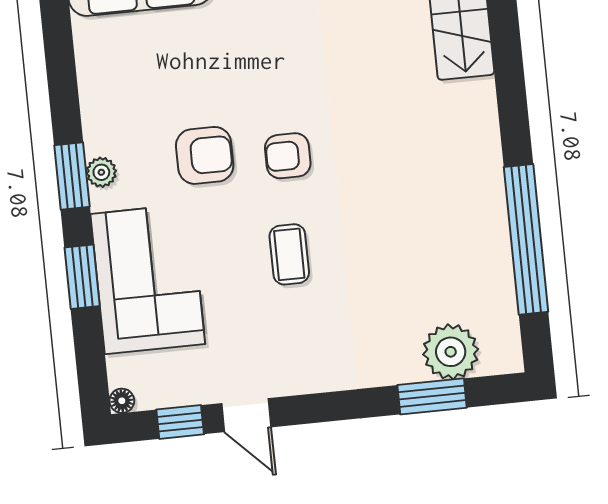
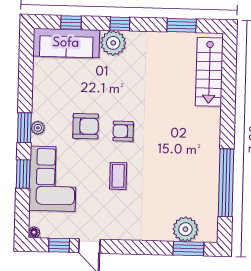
window: (432, 396) -> (188, 249), moved

